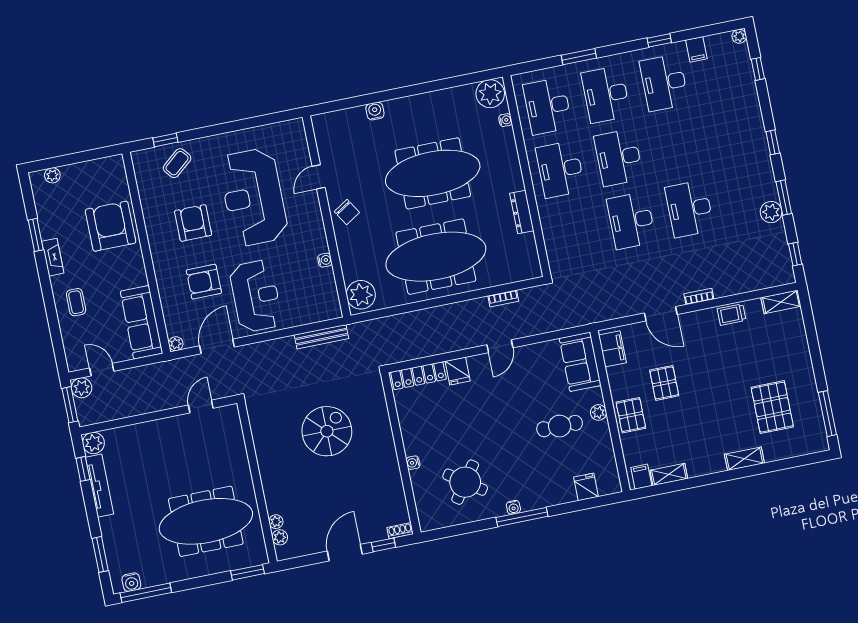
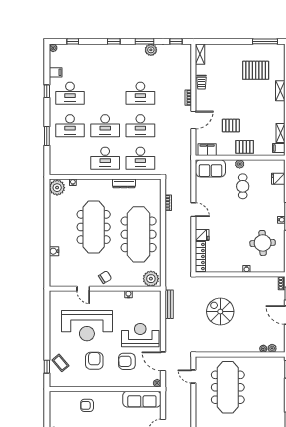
desk: (548, 106) -> (140, 158), moved
armchair: (193, 223) -> (94, 361), turned 90
armchair: (111, 226) -> (87, 405), width x0.53, depth x0.53
armchair: (204, 282) -> (127, 361), turned 89
round table: (465, 482) -> (263, 243), turned -38
meeting table: (206, 521) -> (228, 387), moved

